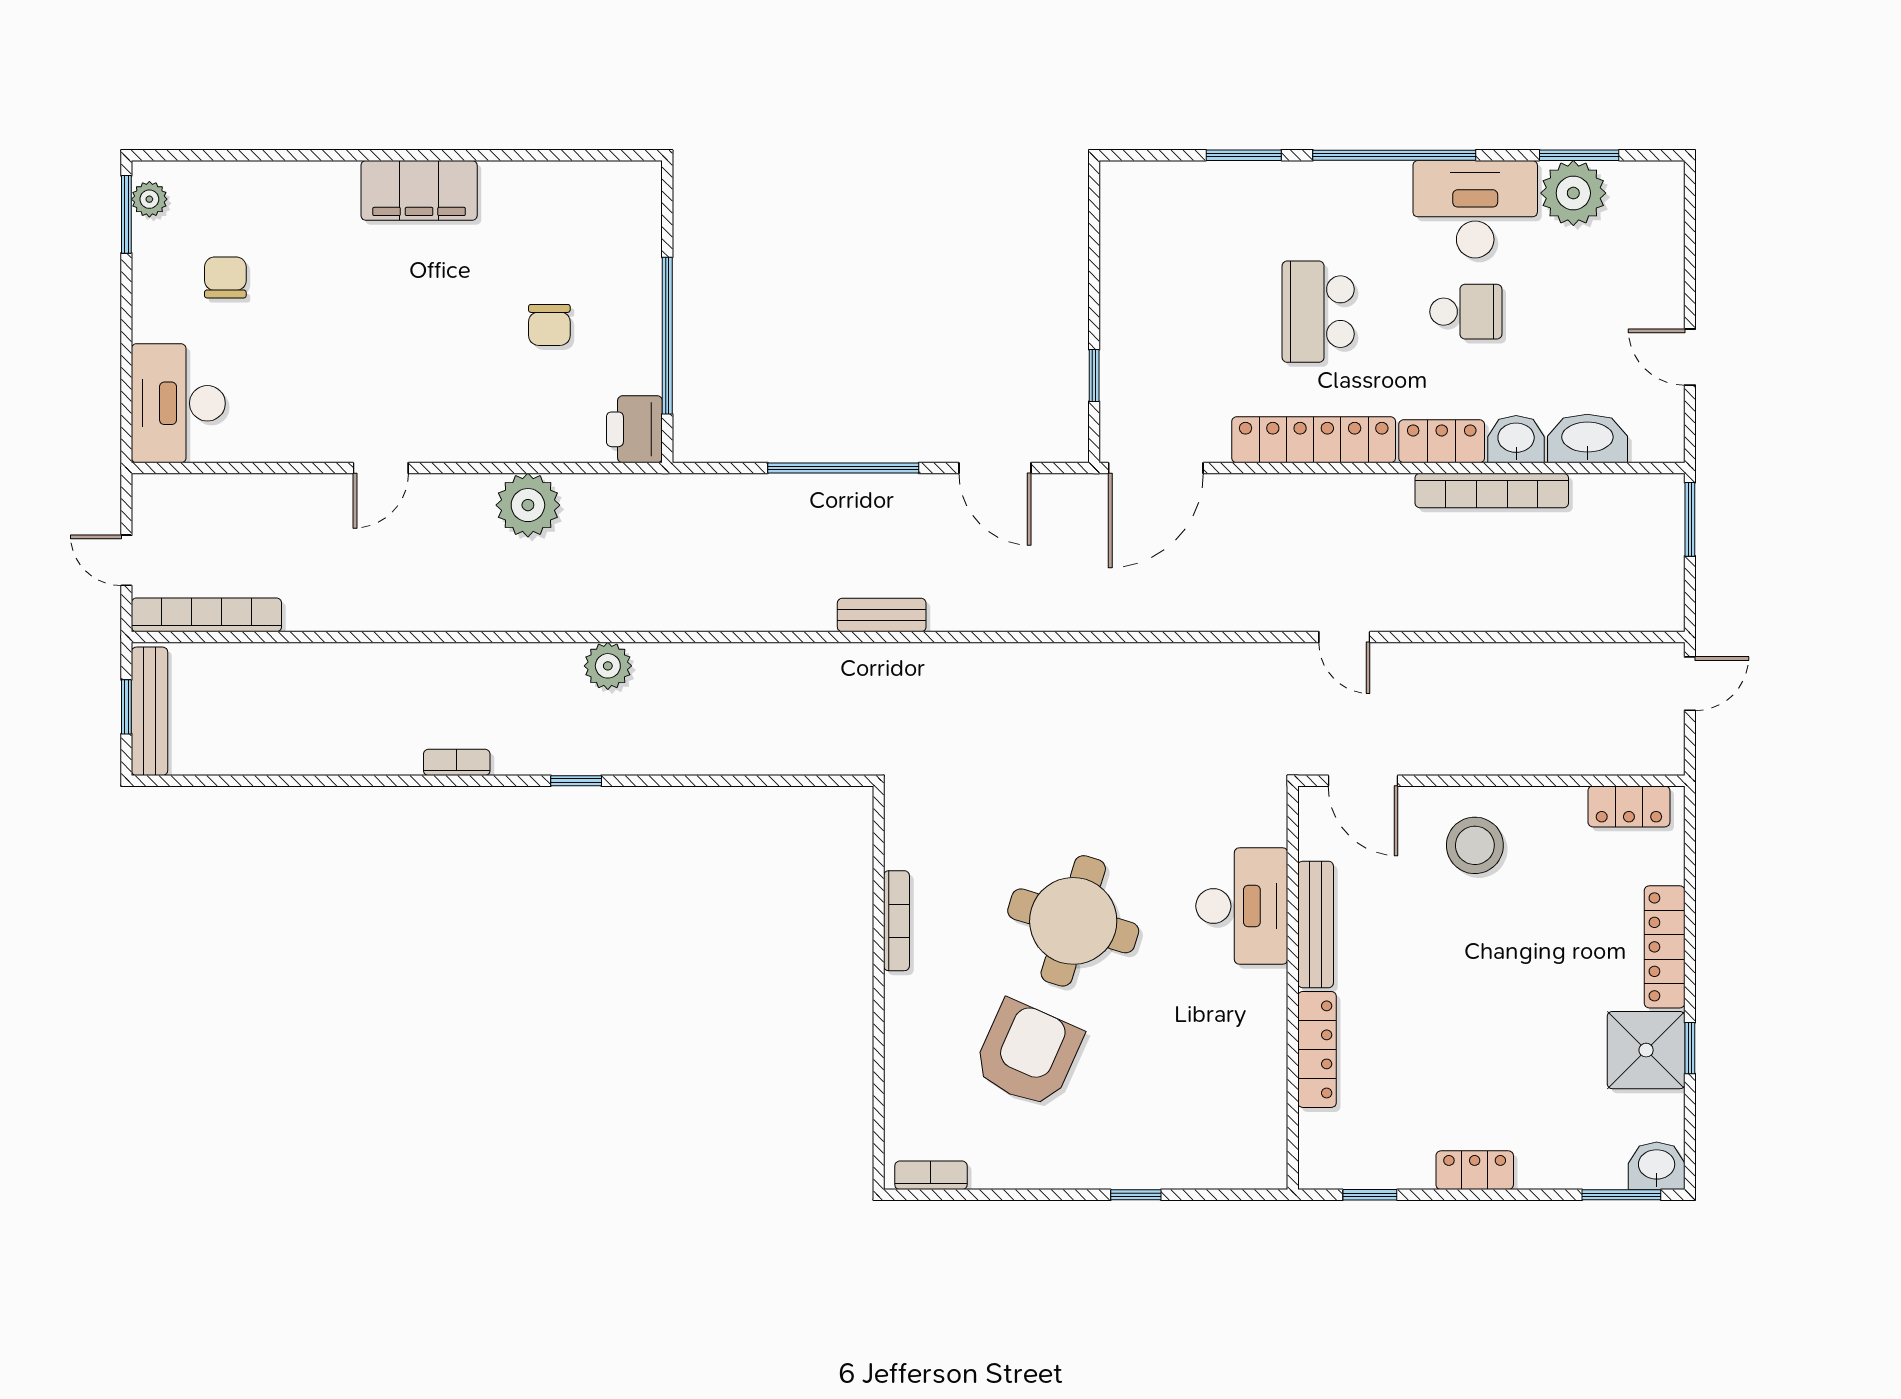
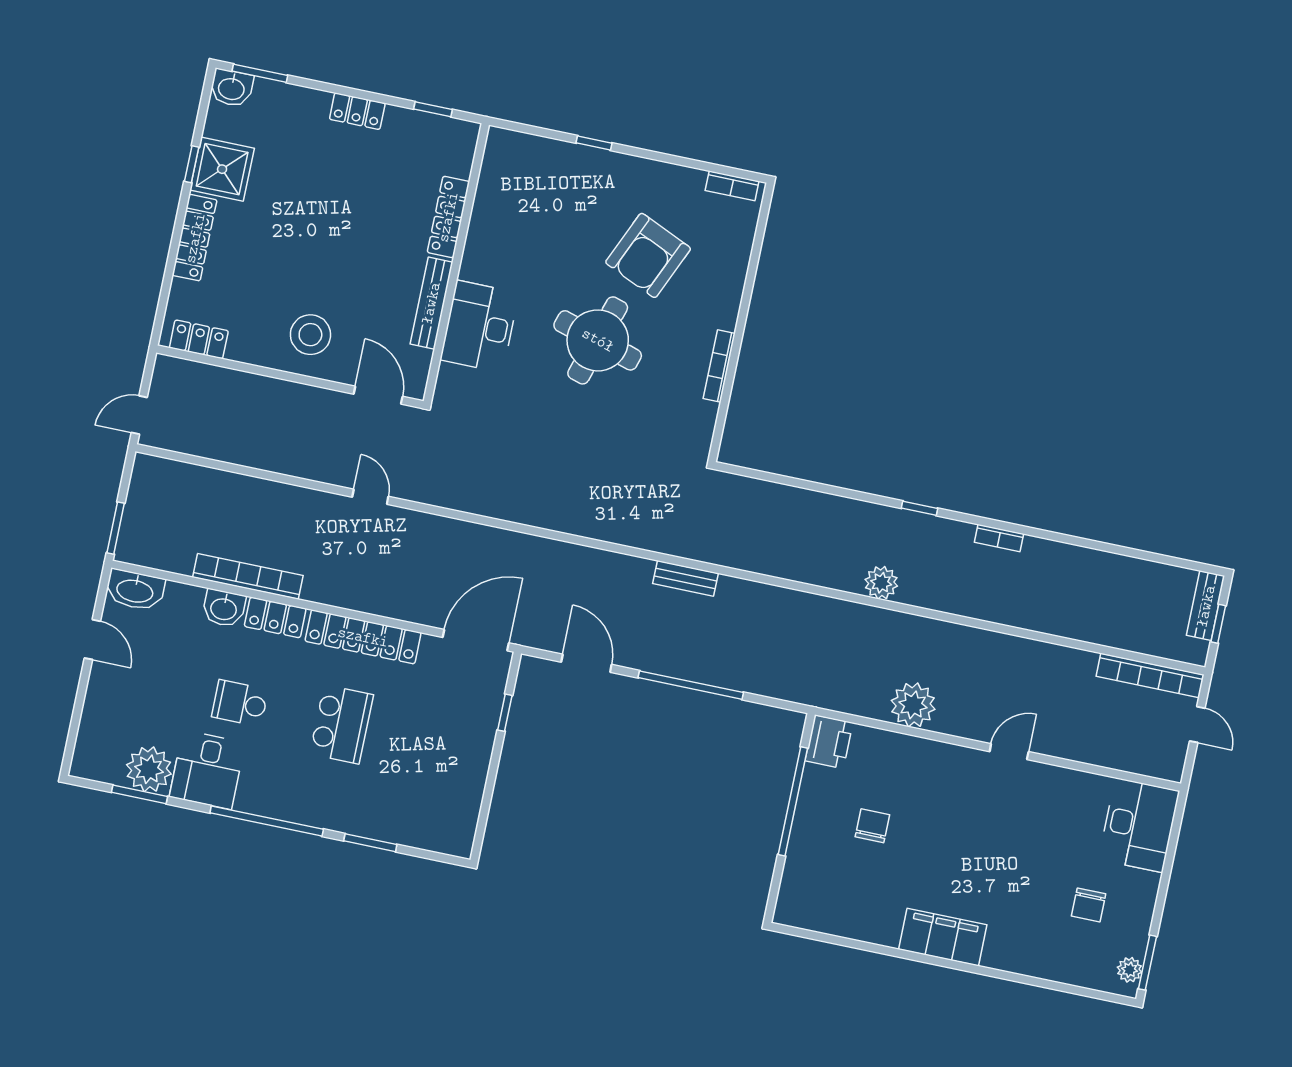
desk: (1475, 209) -> (207, 770), width x0.73
washbasin: (1587, 439) -> (135, 590), moved
bench: (149, 711) -> (1206, 606), width x0.73

